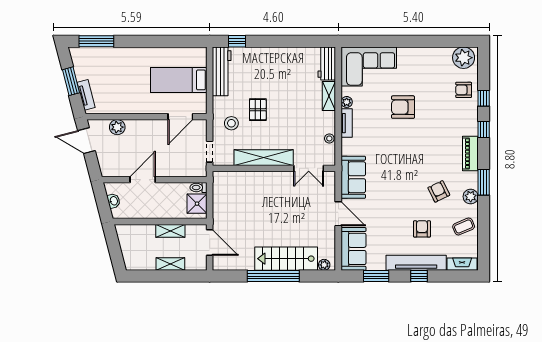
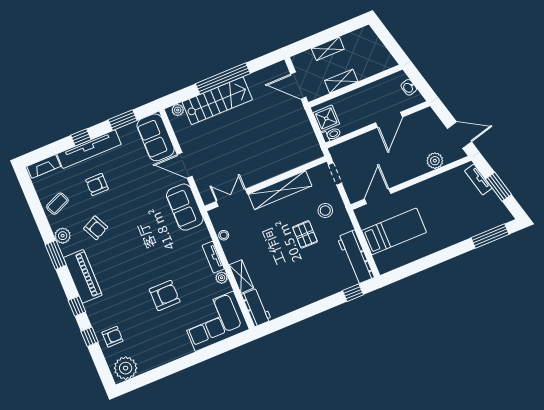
piano: (470, 154) -> (83, 276), width x1.37, depth x1.33
armchair: (422, 229) -> (97, 184), turned 90

